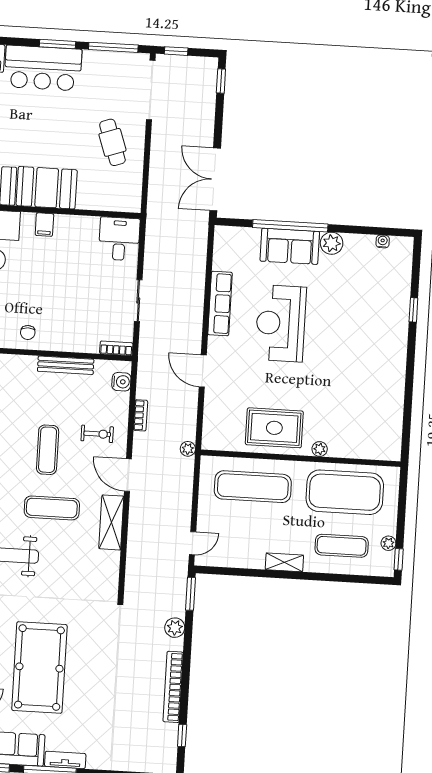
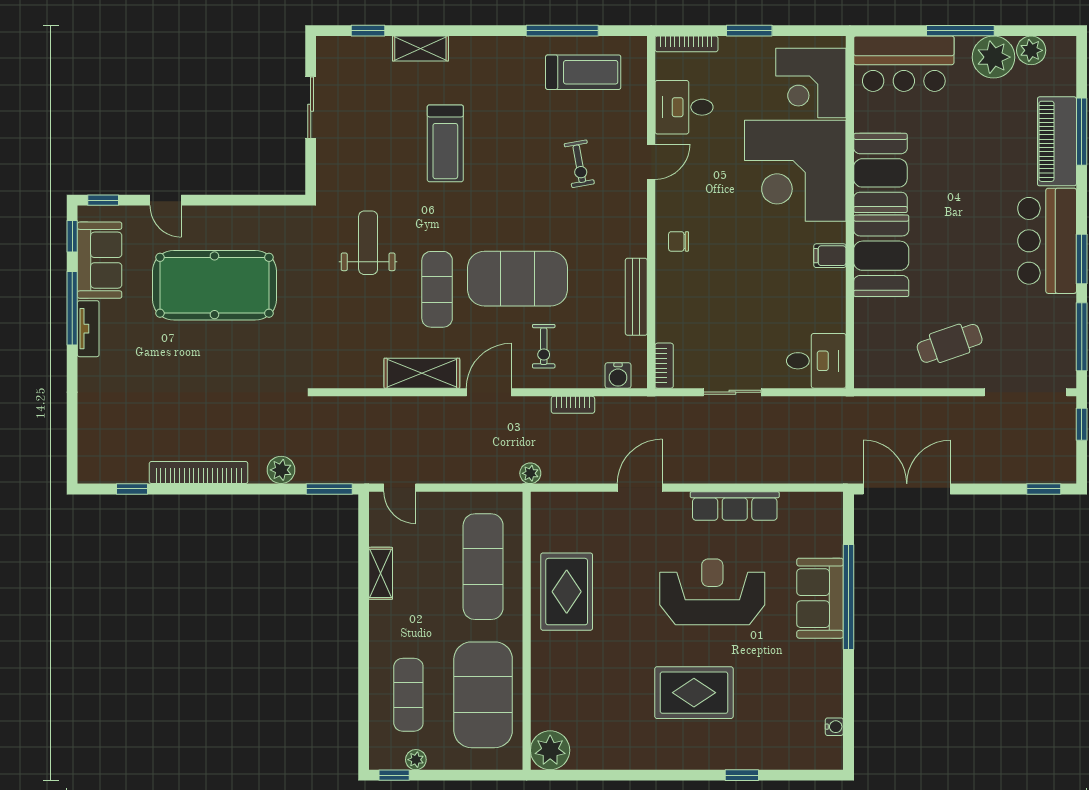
plant: (332, 243) -> (828, 656), removed
rug: (352, 341) -> (694, 693), added
plant: (320, 449) -> (550, 750), moved, width x1.87, depth x1.87
exercise mat: (48, 450) -> (517, 279), width x2.00, depth x1.45
shelving: (284, 562) -> (381, 573), moved

